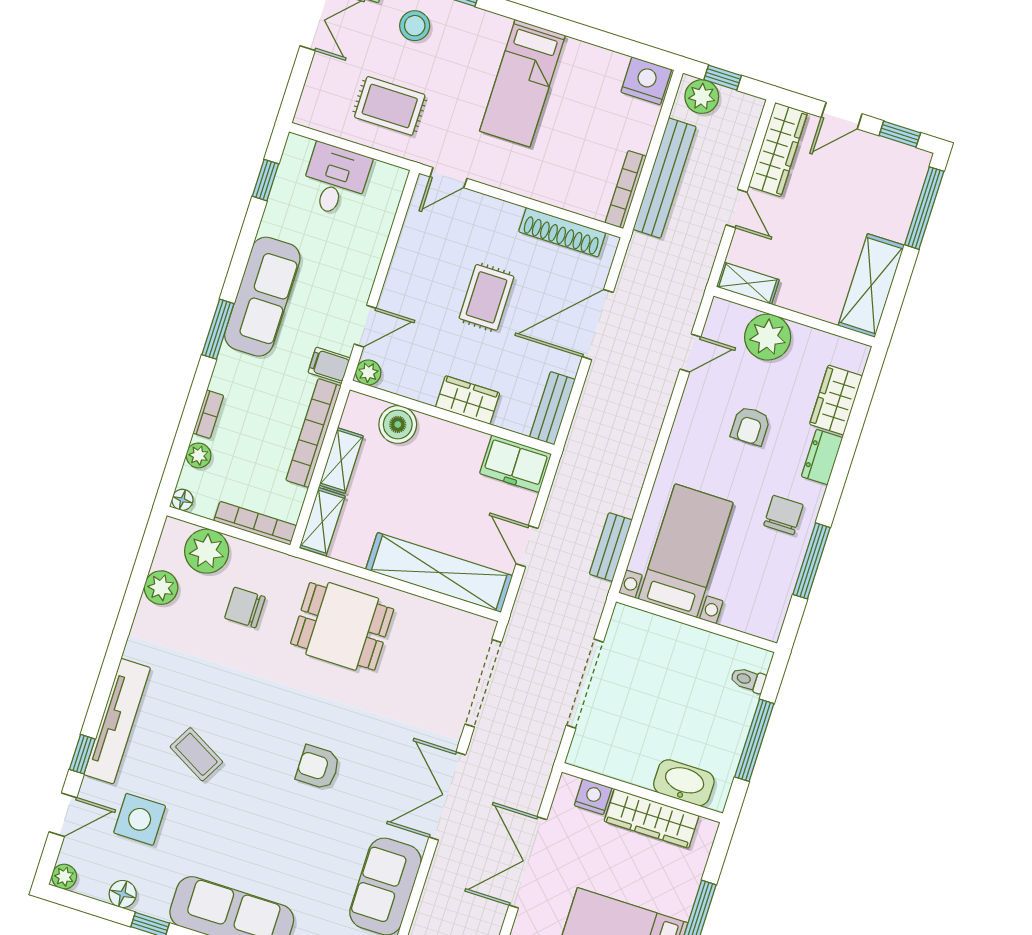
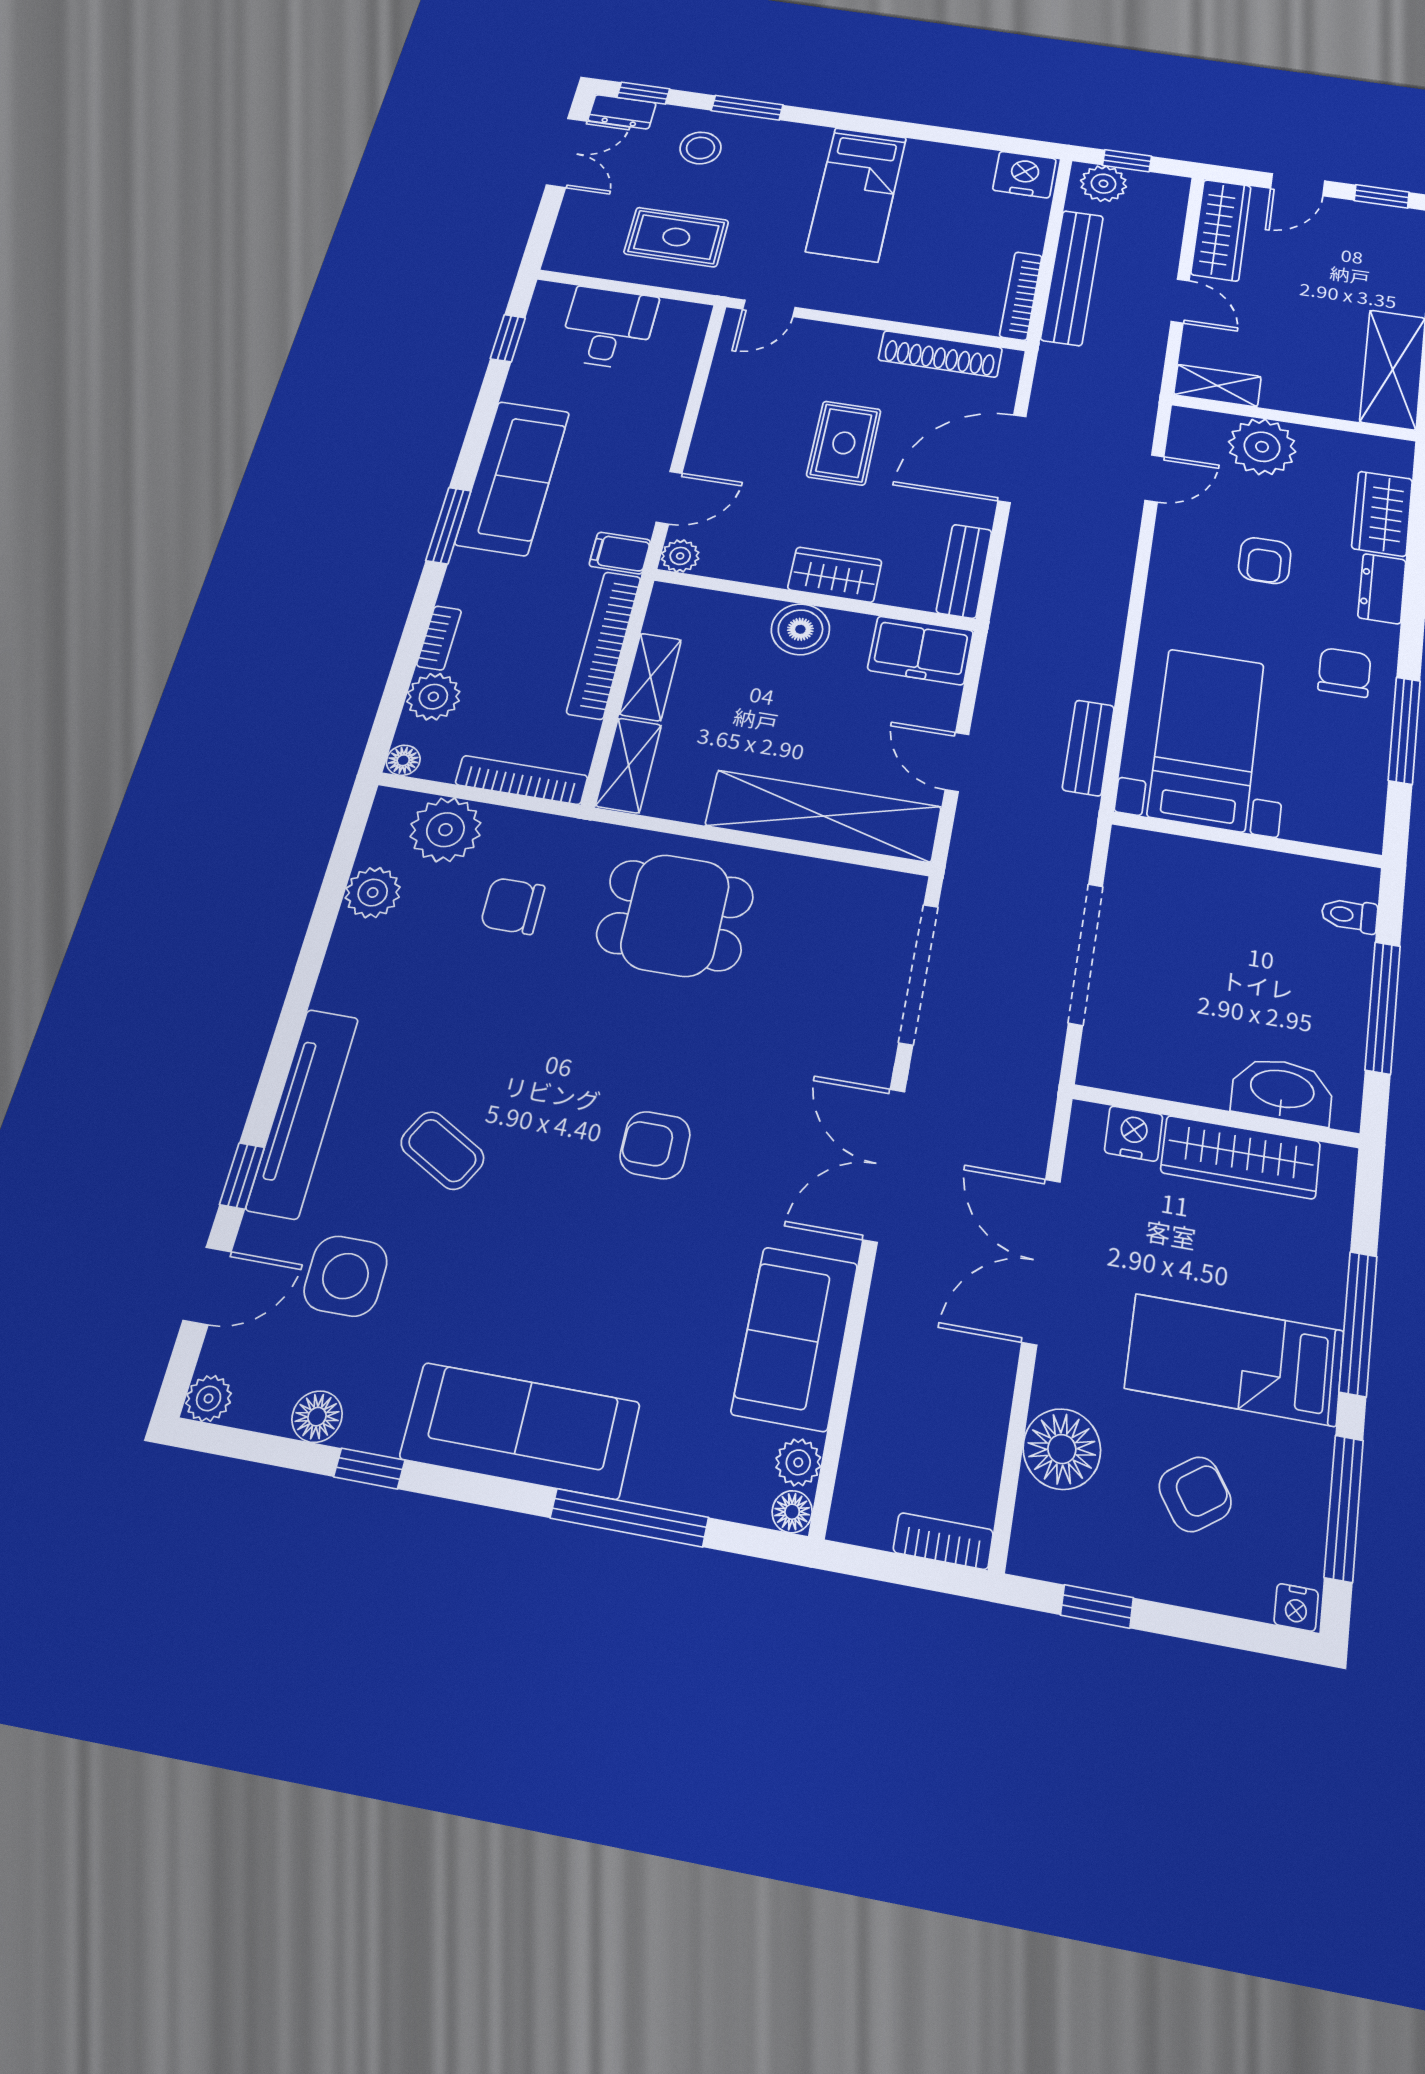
boiler: (398, 424) -> (800, 629), moved
plant: (199, 455) -> (433, 697), width x1.38, depth x1.38

